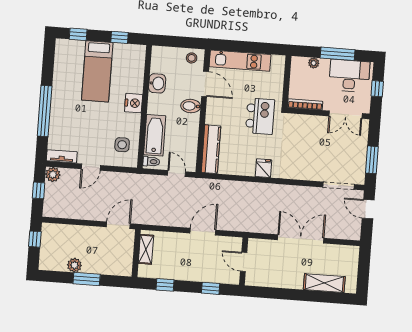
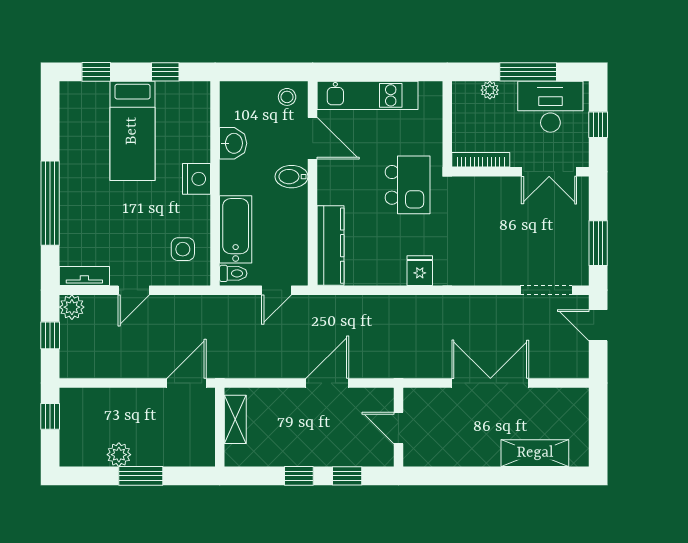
door: (177, 174) -> (277, 290), swing flipped
window: (165, 285) -> (299, 476), moved

